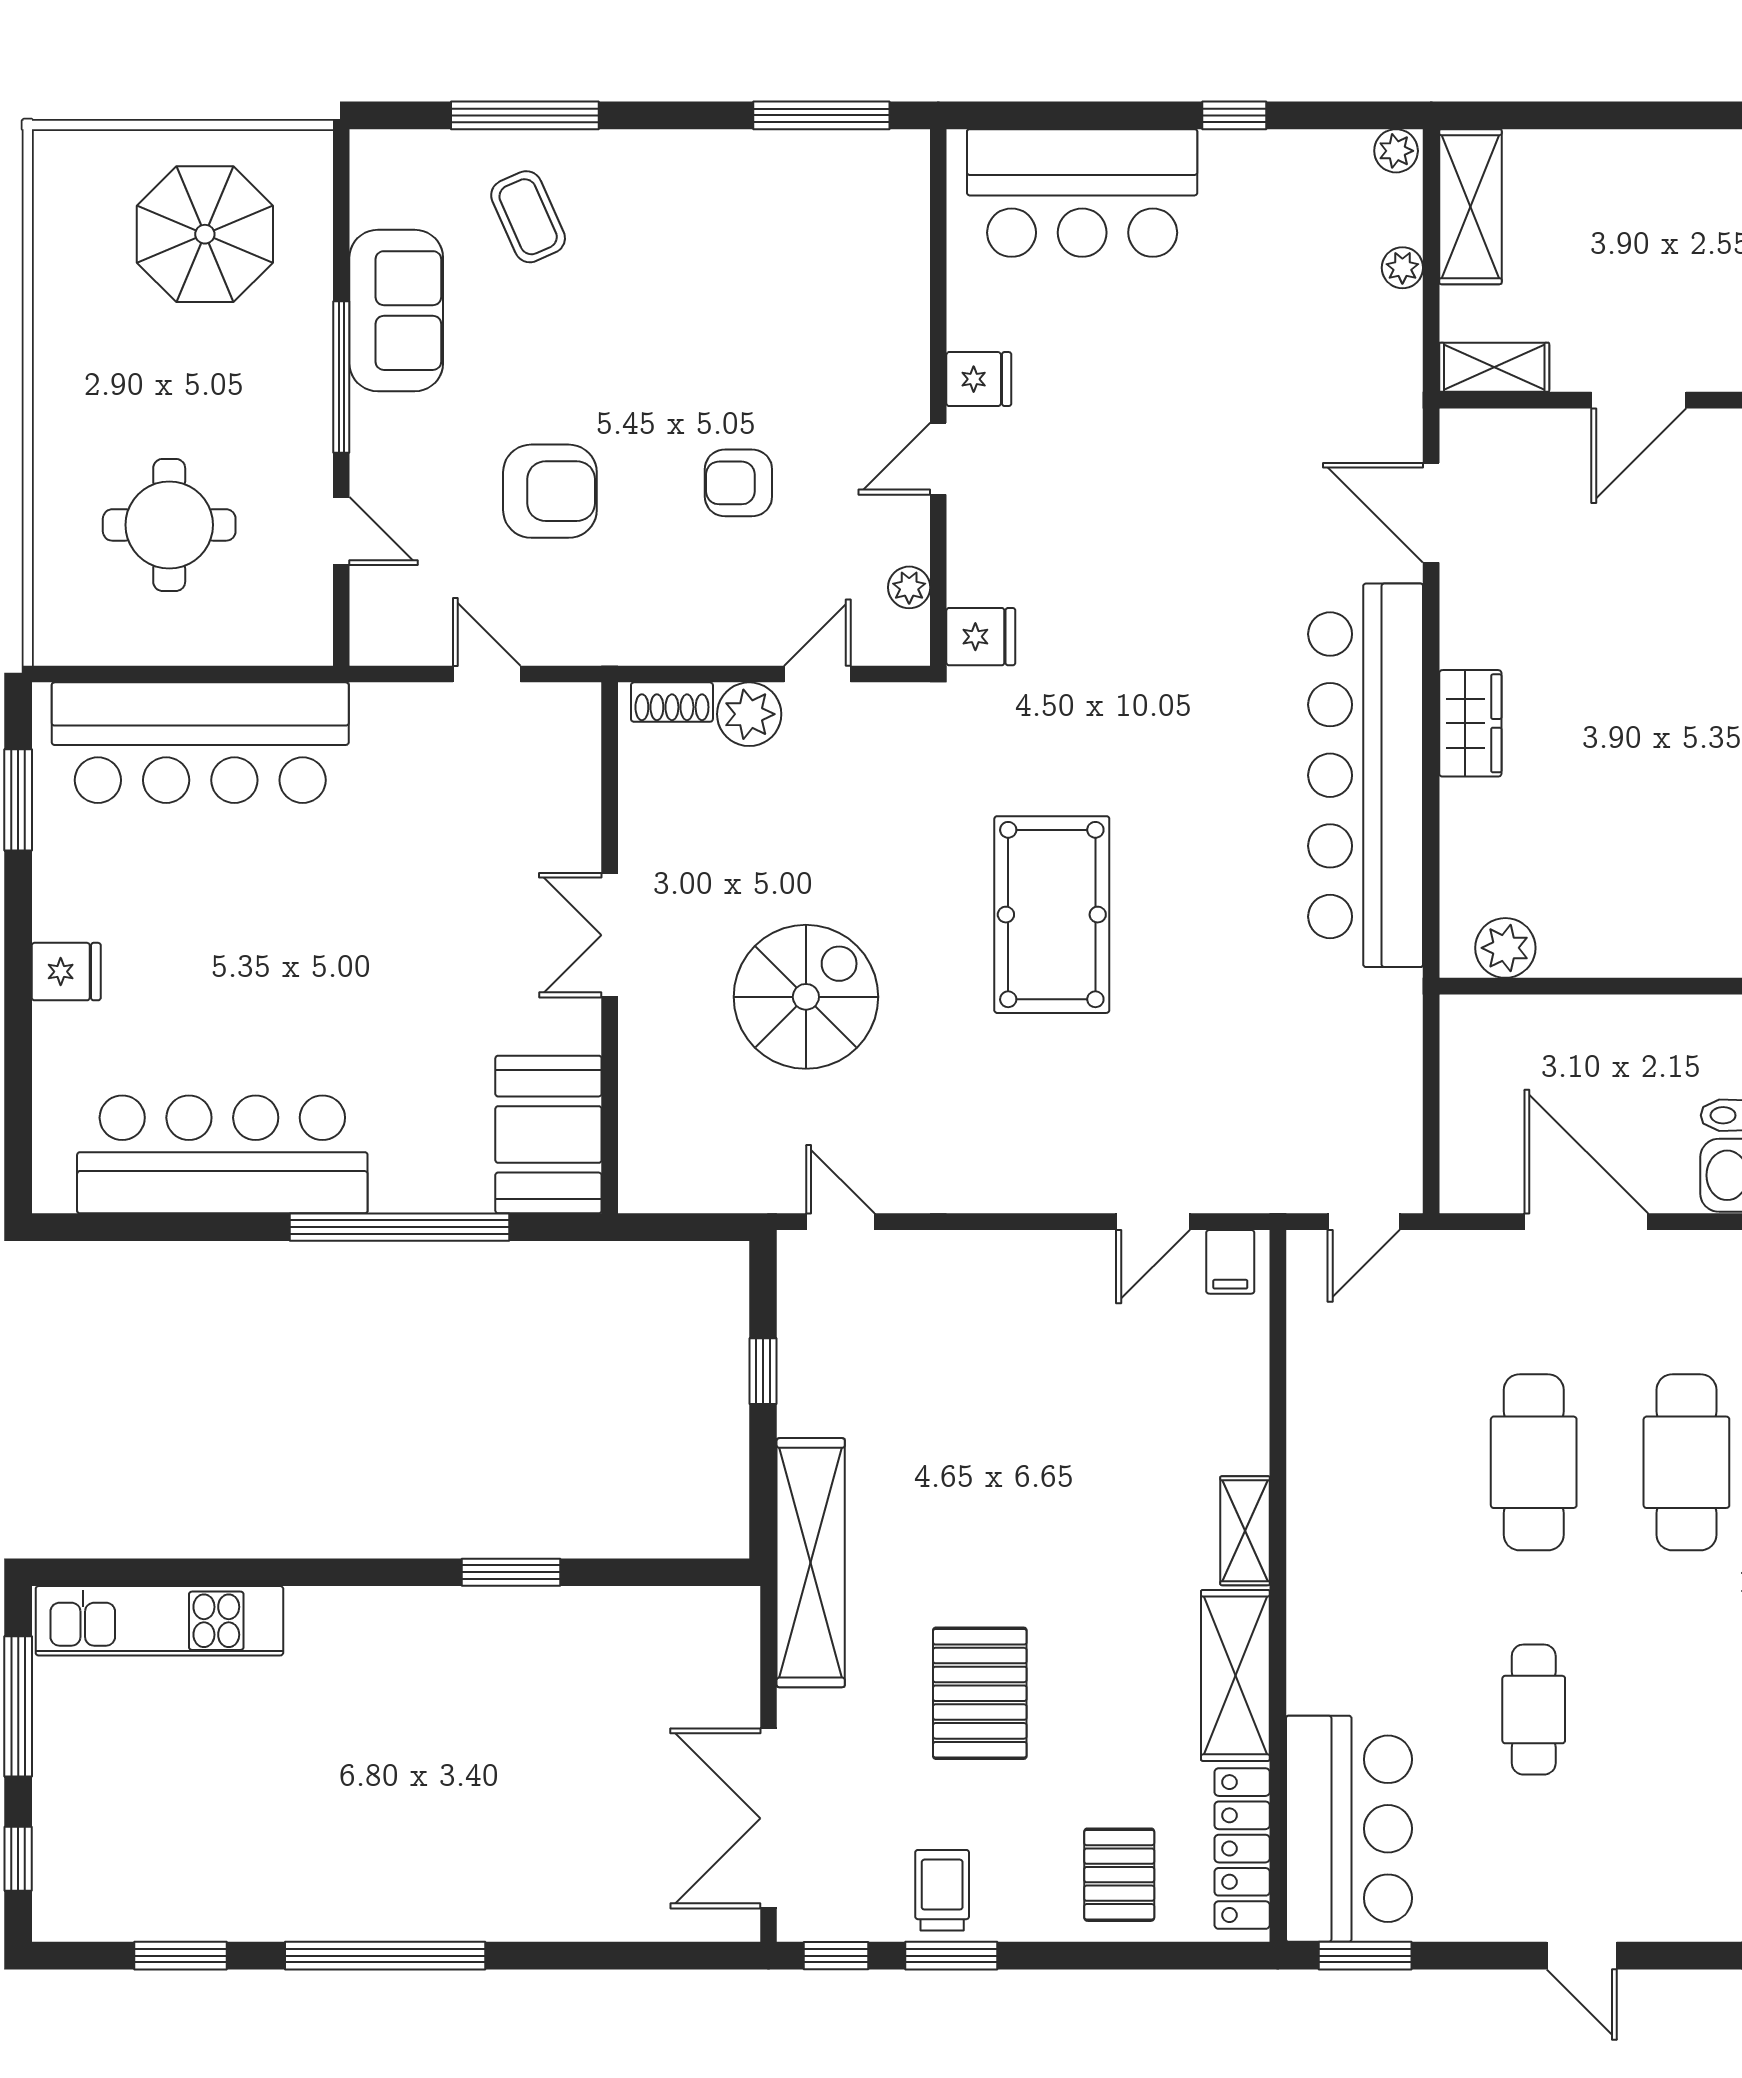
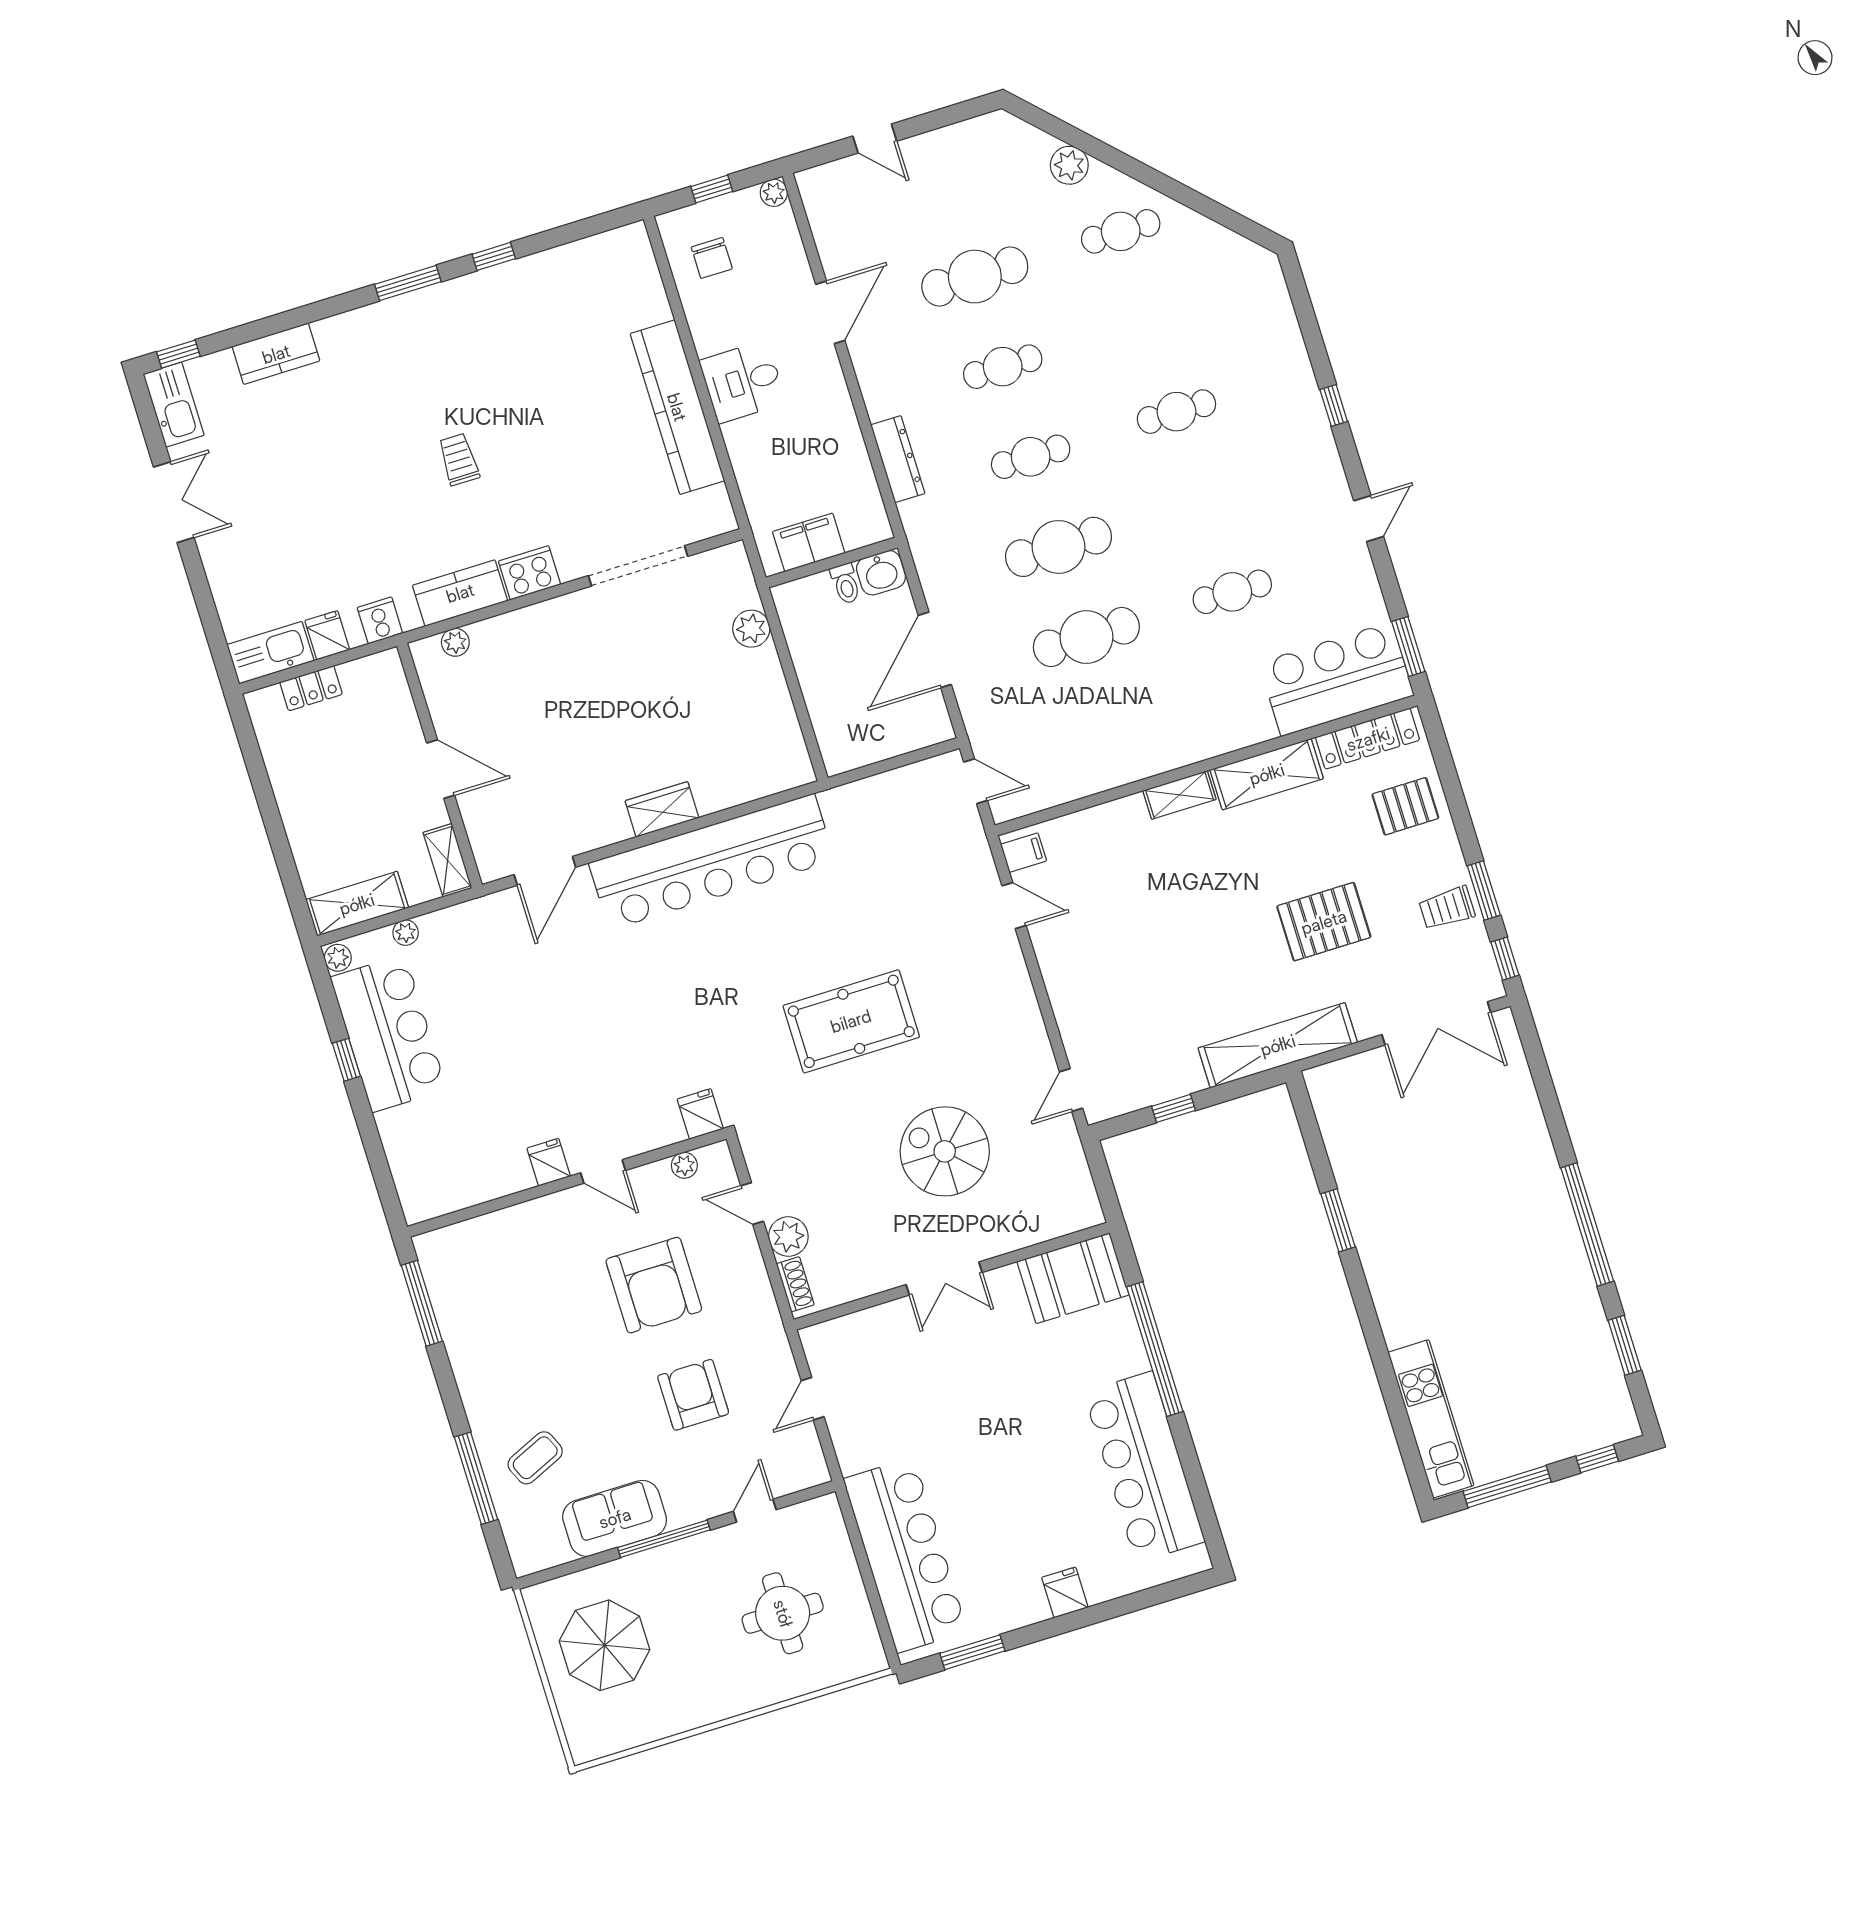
bar counter: (1082, 193) -> (388, 1033), moved
armchair: (738, 483) -> (654, 1285), width x1.88, depth x1.88
plant: (1505, 948) -> (751, 629), moved

